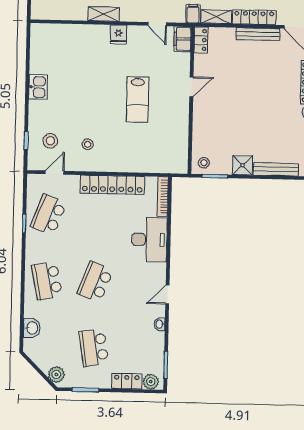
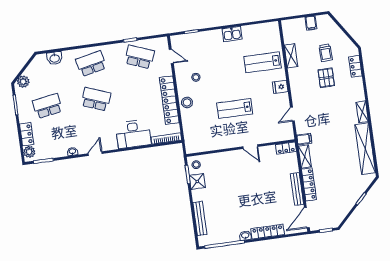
shelving: (104, 14) -> (291, 56), moved
filing cabinet: (182, 39) -> (285, 134), removed
lab bench: (82, 52) -> (263, 62), added
stool: (50, 141) -> (187, 102), moved
shower: (243, 165) -> (197, 182), moved
door: (167, 295) -> (95, 154), hinge flipped

